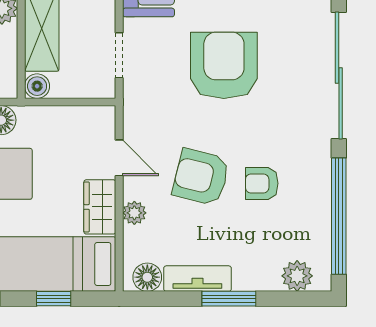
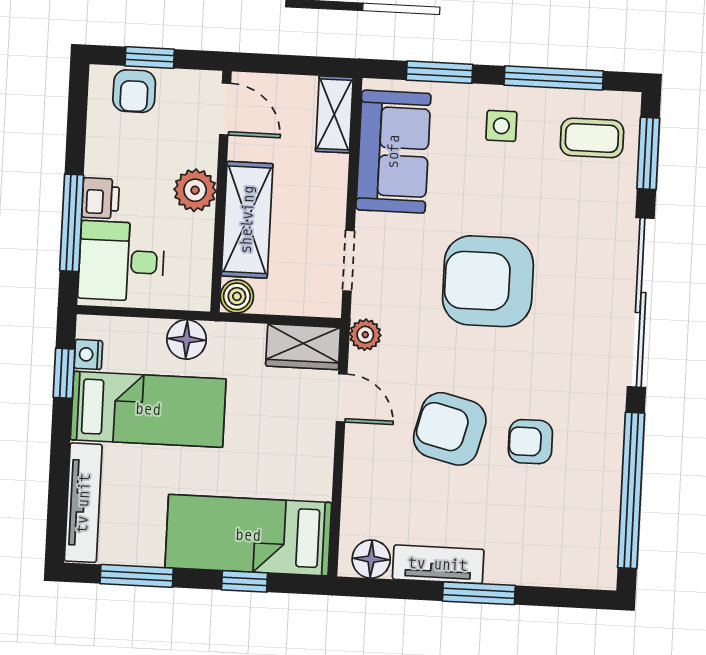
armchair: (224, 65) -> (488, 281), turned -90
wardrobe: (100, 207) -> (303, 347), moved, turned -90
plant: (134, 213) -> (365, 335), moved
plant: (297, 276) -> (571, 567), removed

